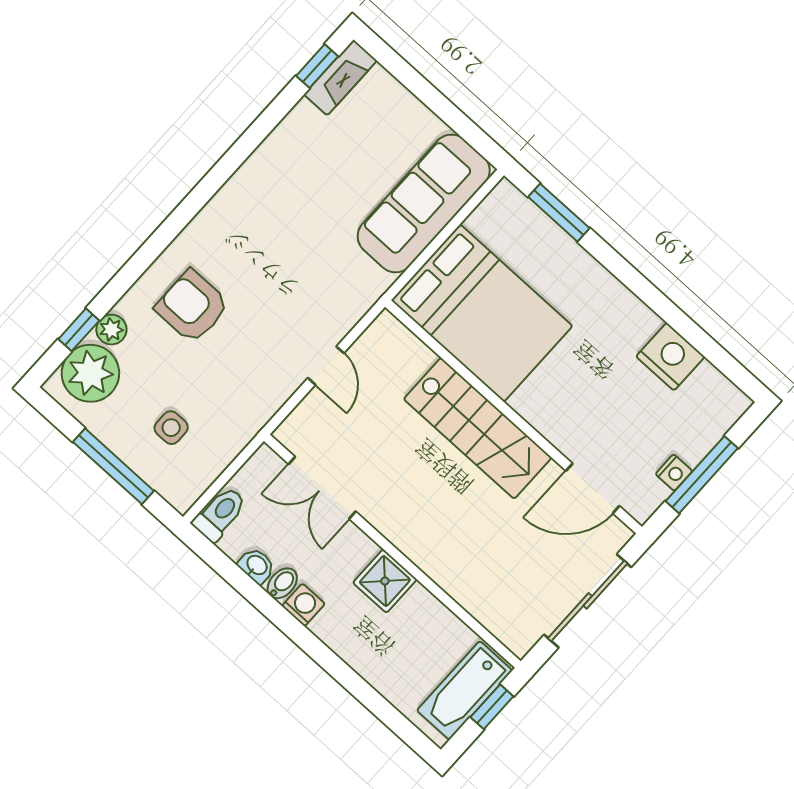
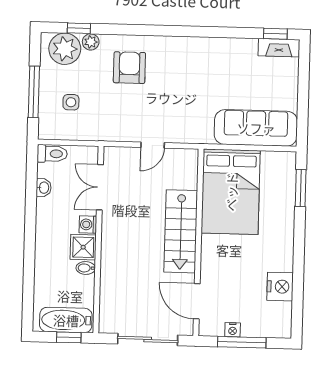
bidet: (282, 583) -> (86, 268), moved, turned 180
washing machine: (303, 605) -> (88, 224), moved, turned 180

